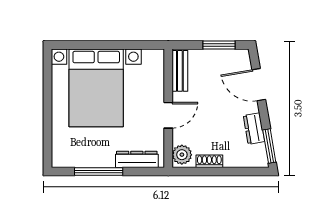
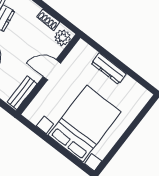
dresser: (137, 159) -> (109, 69), moved
window: (99, 172) -> (125, 68), removed

